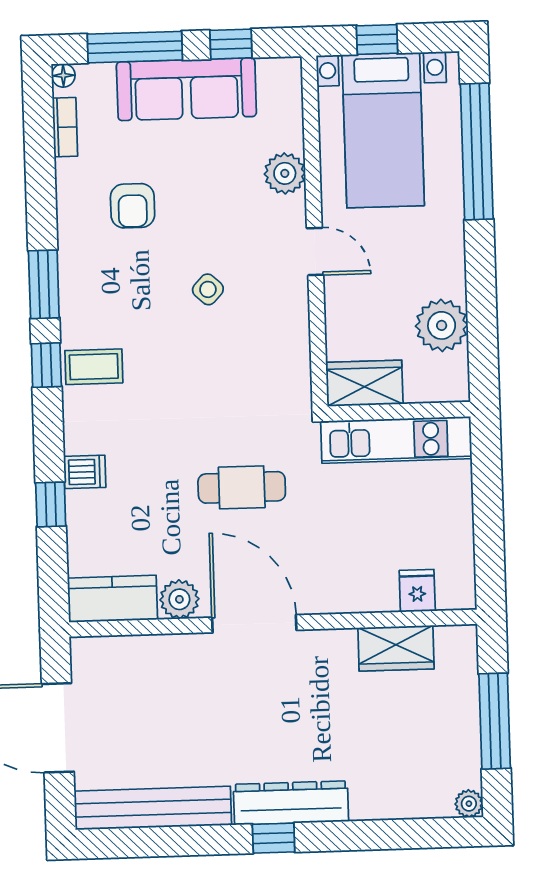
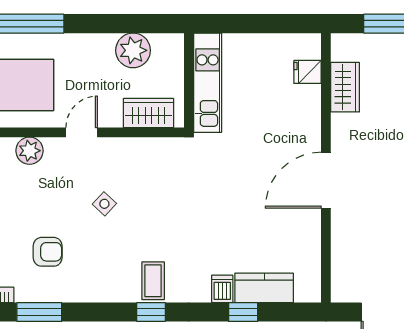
window: (44, 284) -> (39, 312), moved
wardrobe: (364, 383) -> (148, 113), moved, turned 90
cafe table: (242, 487) -> (236, 186), removed
kitchen counter: (112, 599) -> (264, 288), moved, turned 90
plant: (179, 599) -> (308, 229), removed

